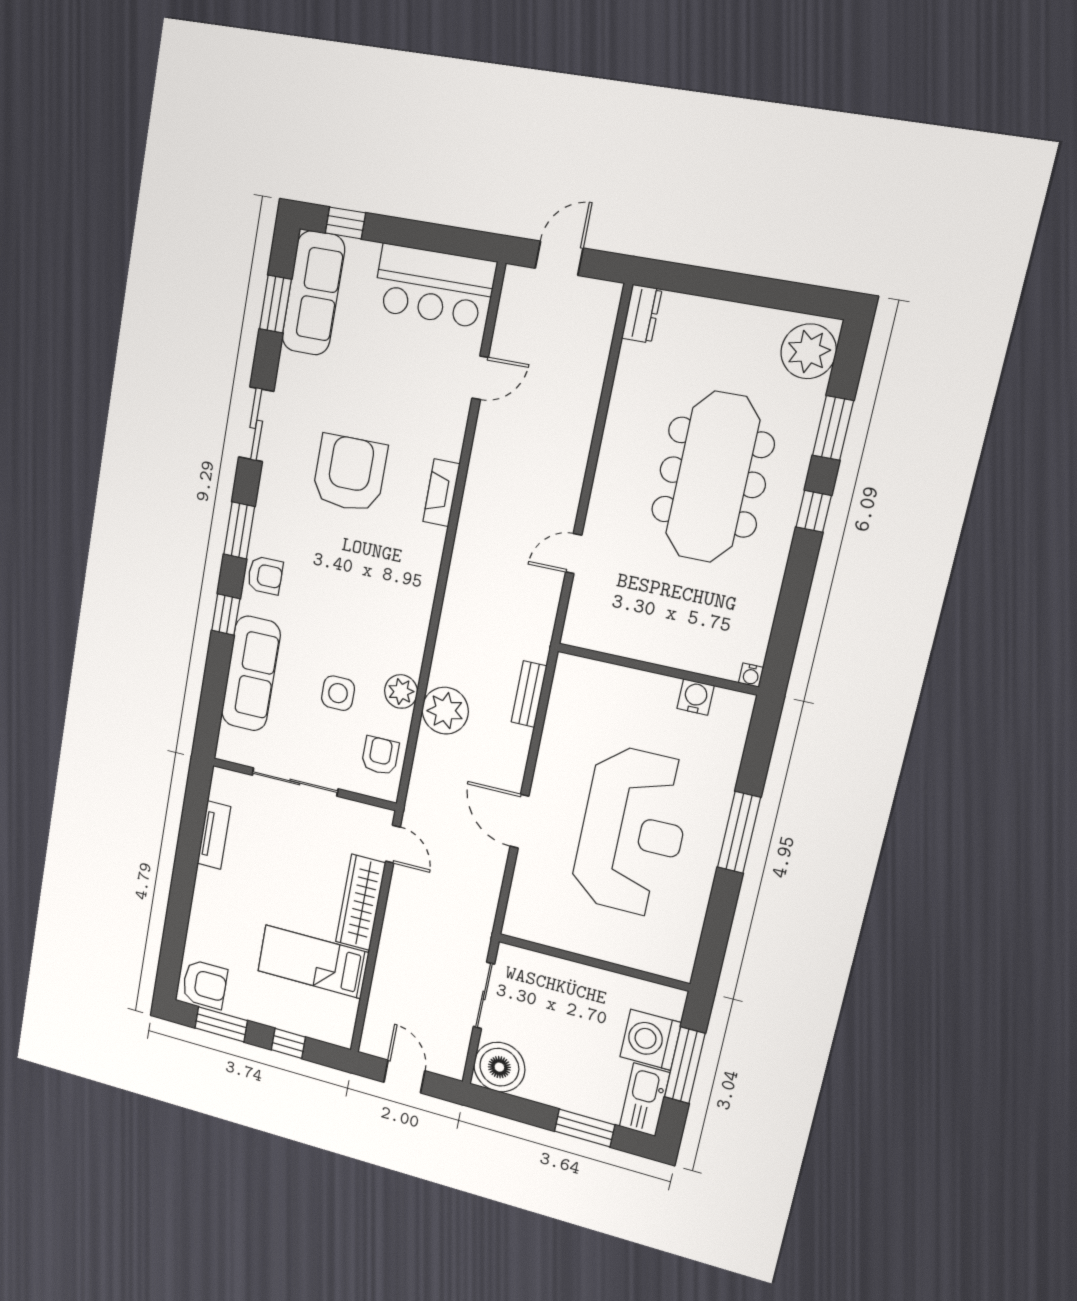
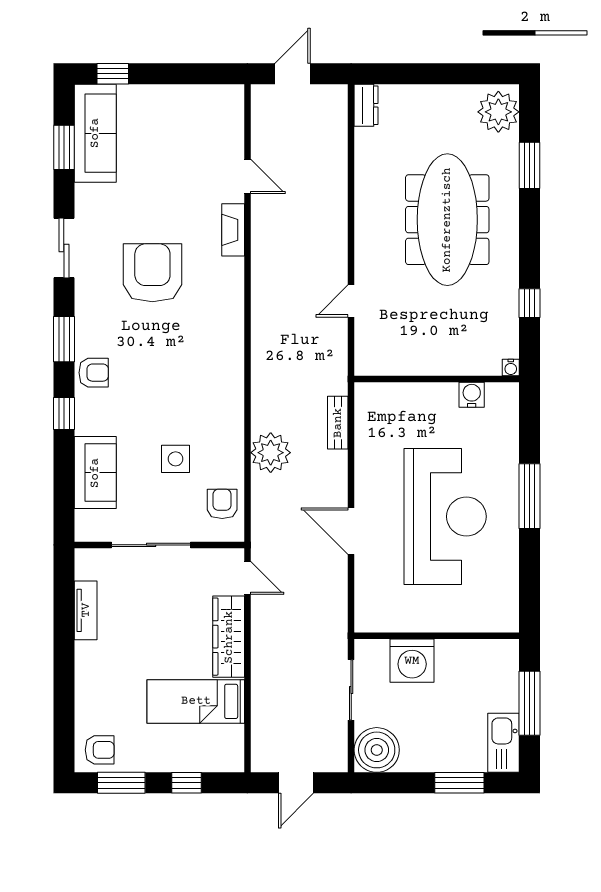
bar counter: (434, 286) -> (196, 111), removed
door: (480, 378) -> (247, 176), hinge flipped
fireplace: (441, 493) -> (233, 230), moved
window: (814, 511) -> (529, 303), moved
sofa: (251, 674) -> (95, 473), width x0.73
plant: (401, 692) -> (230, 445), removed
armchair: (205, 984) -> (100, 750), width x0.72, depth x0.72
washing machine: (651, 1040) -> (412, 661), moved, turned -90
door: (404, 1077) -> (296, 783), swing flipped

